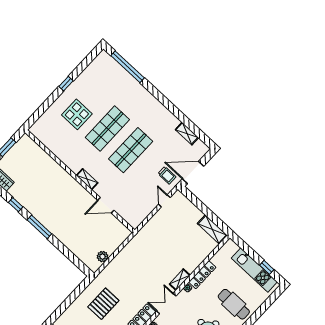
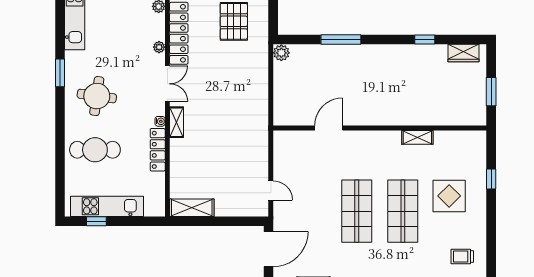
window: (66, 84) -> (491, 179), moved
trolley: (167, 175) -> (462, 256), moved
shelving: (87, 179) -> (417, 137), moved
window: (39, 227) -> (341, 39), moved
plant: (103, 257) -> (281, 53), moved

